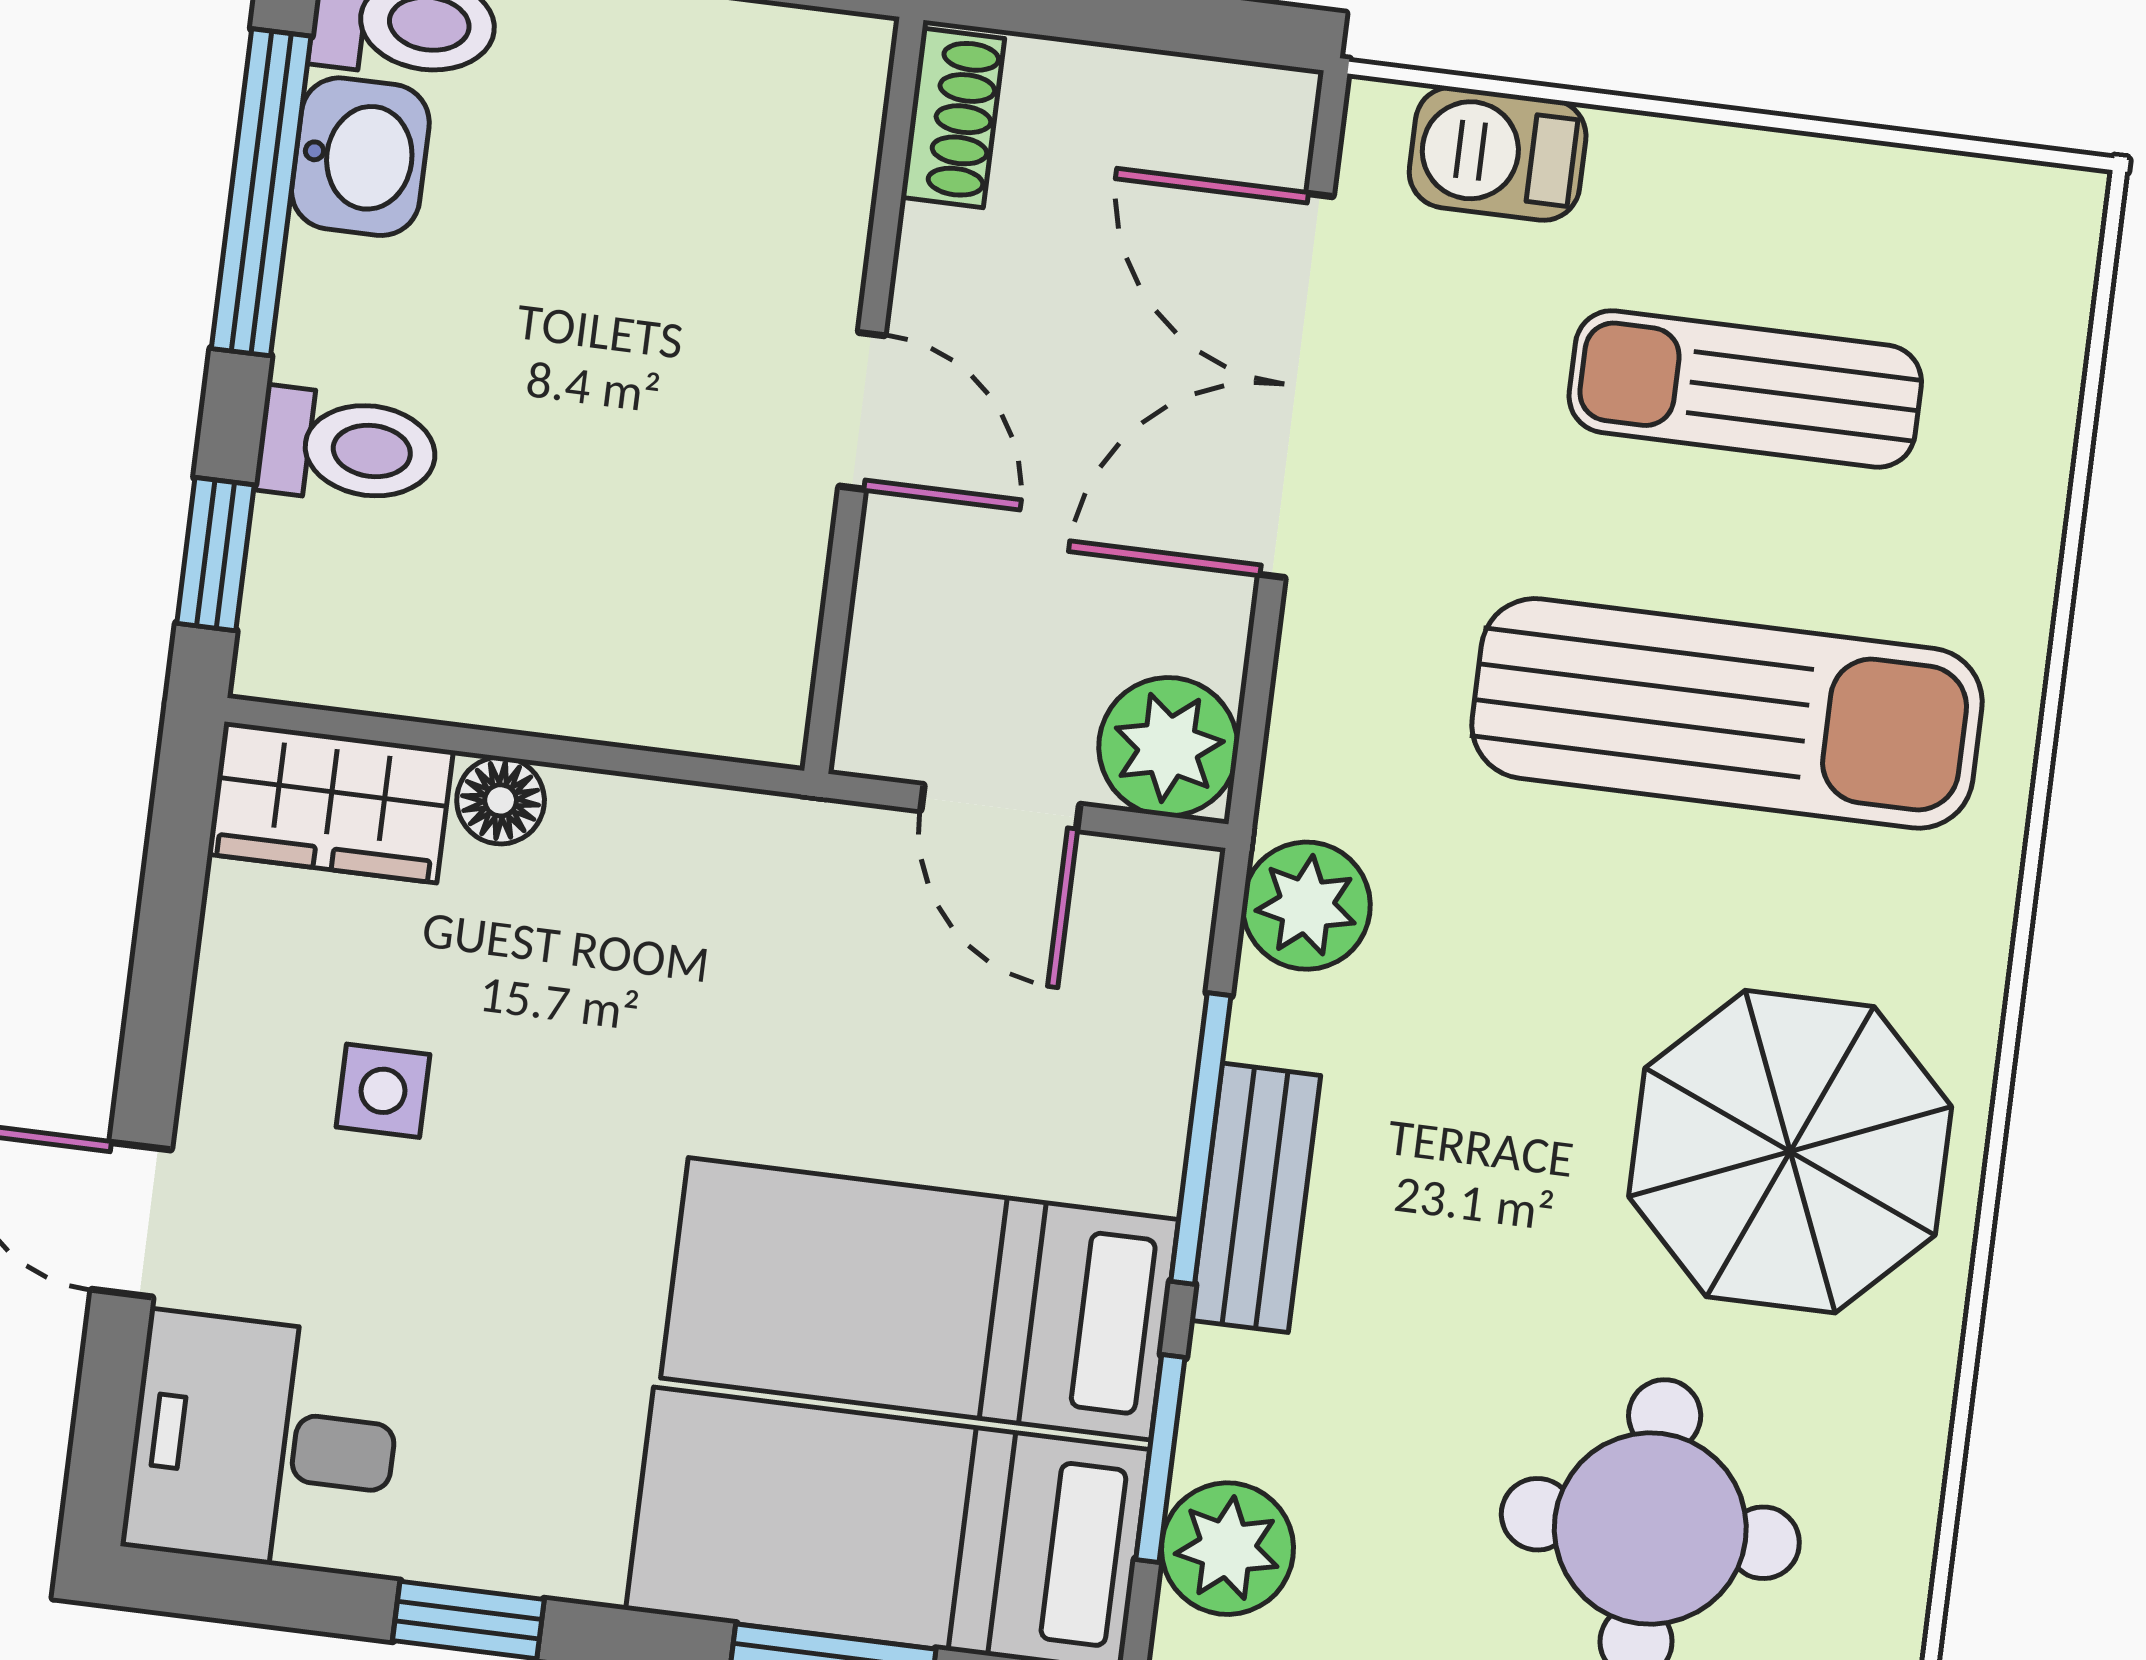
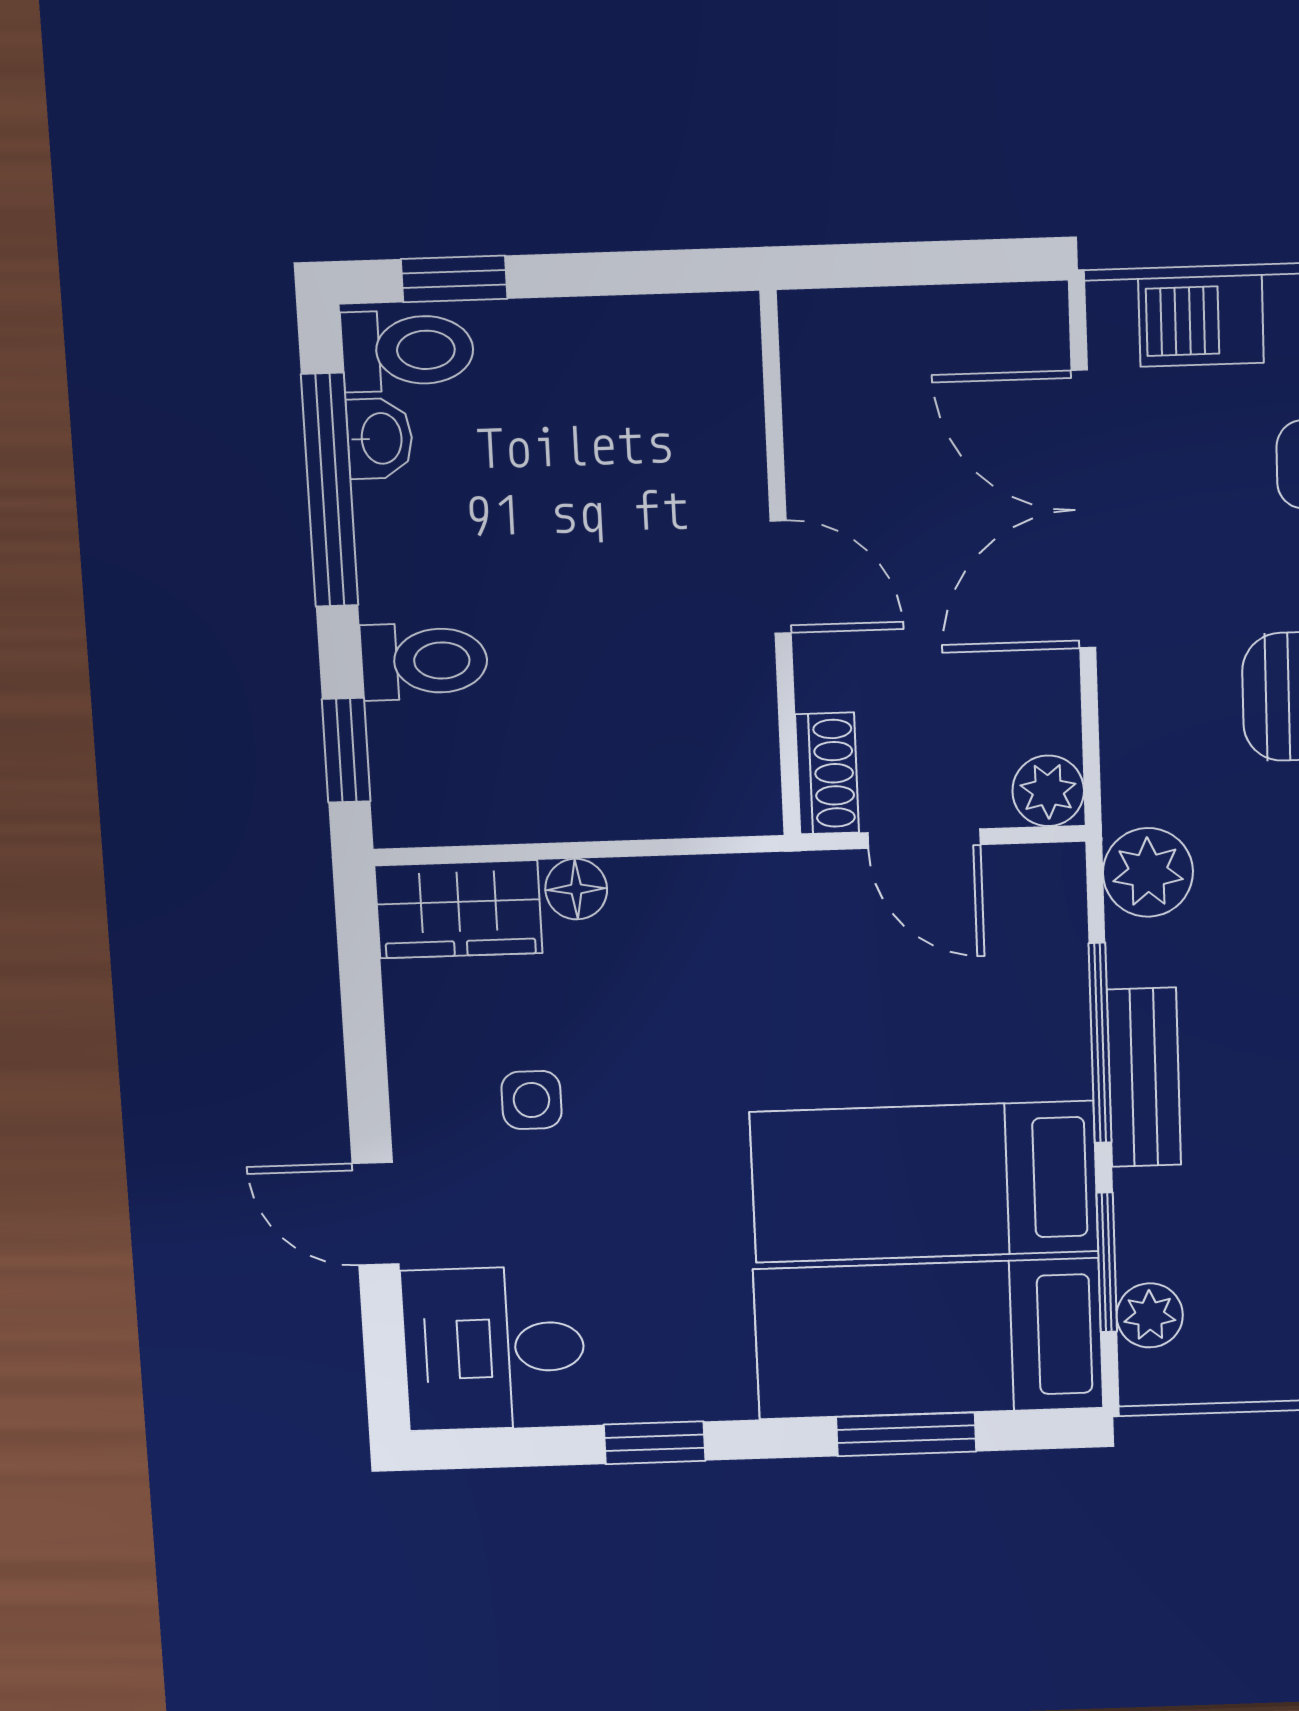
shoe rack: (953, 118) -> (827, 774), moved
washbasin: (360, 157) -> (380, 438), width x0.72, depth x0.69
plant: (1168, 747) -> (1048, 791), width x0.73, depth x0.73
plant: (1227, 1549) -> (1150, 1315), width x0.73, depth x0.73

